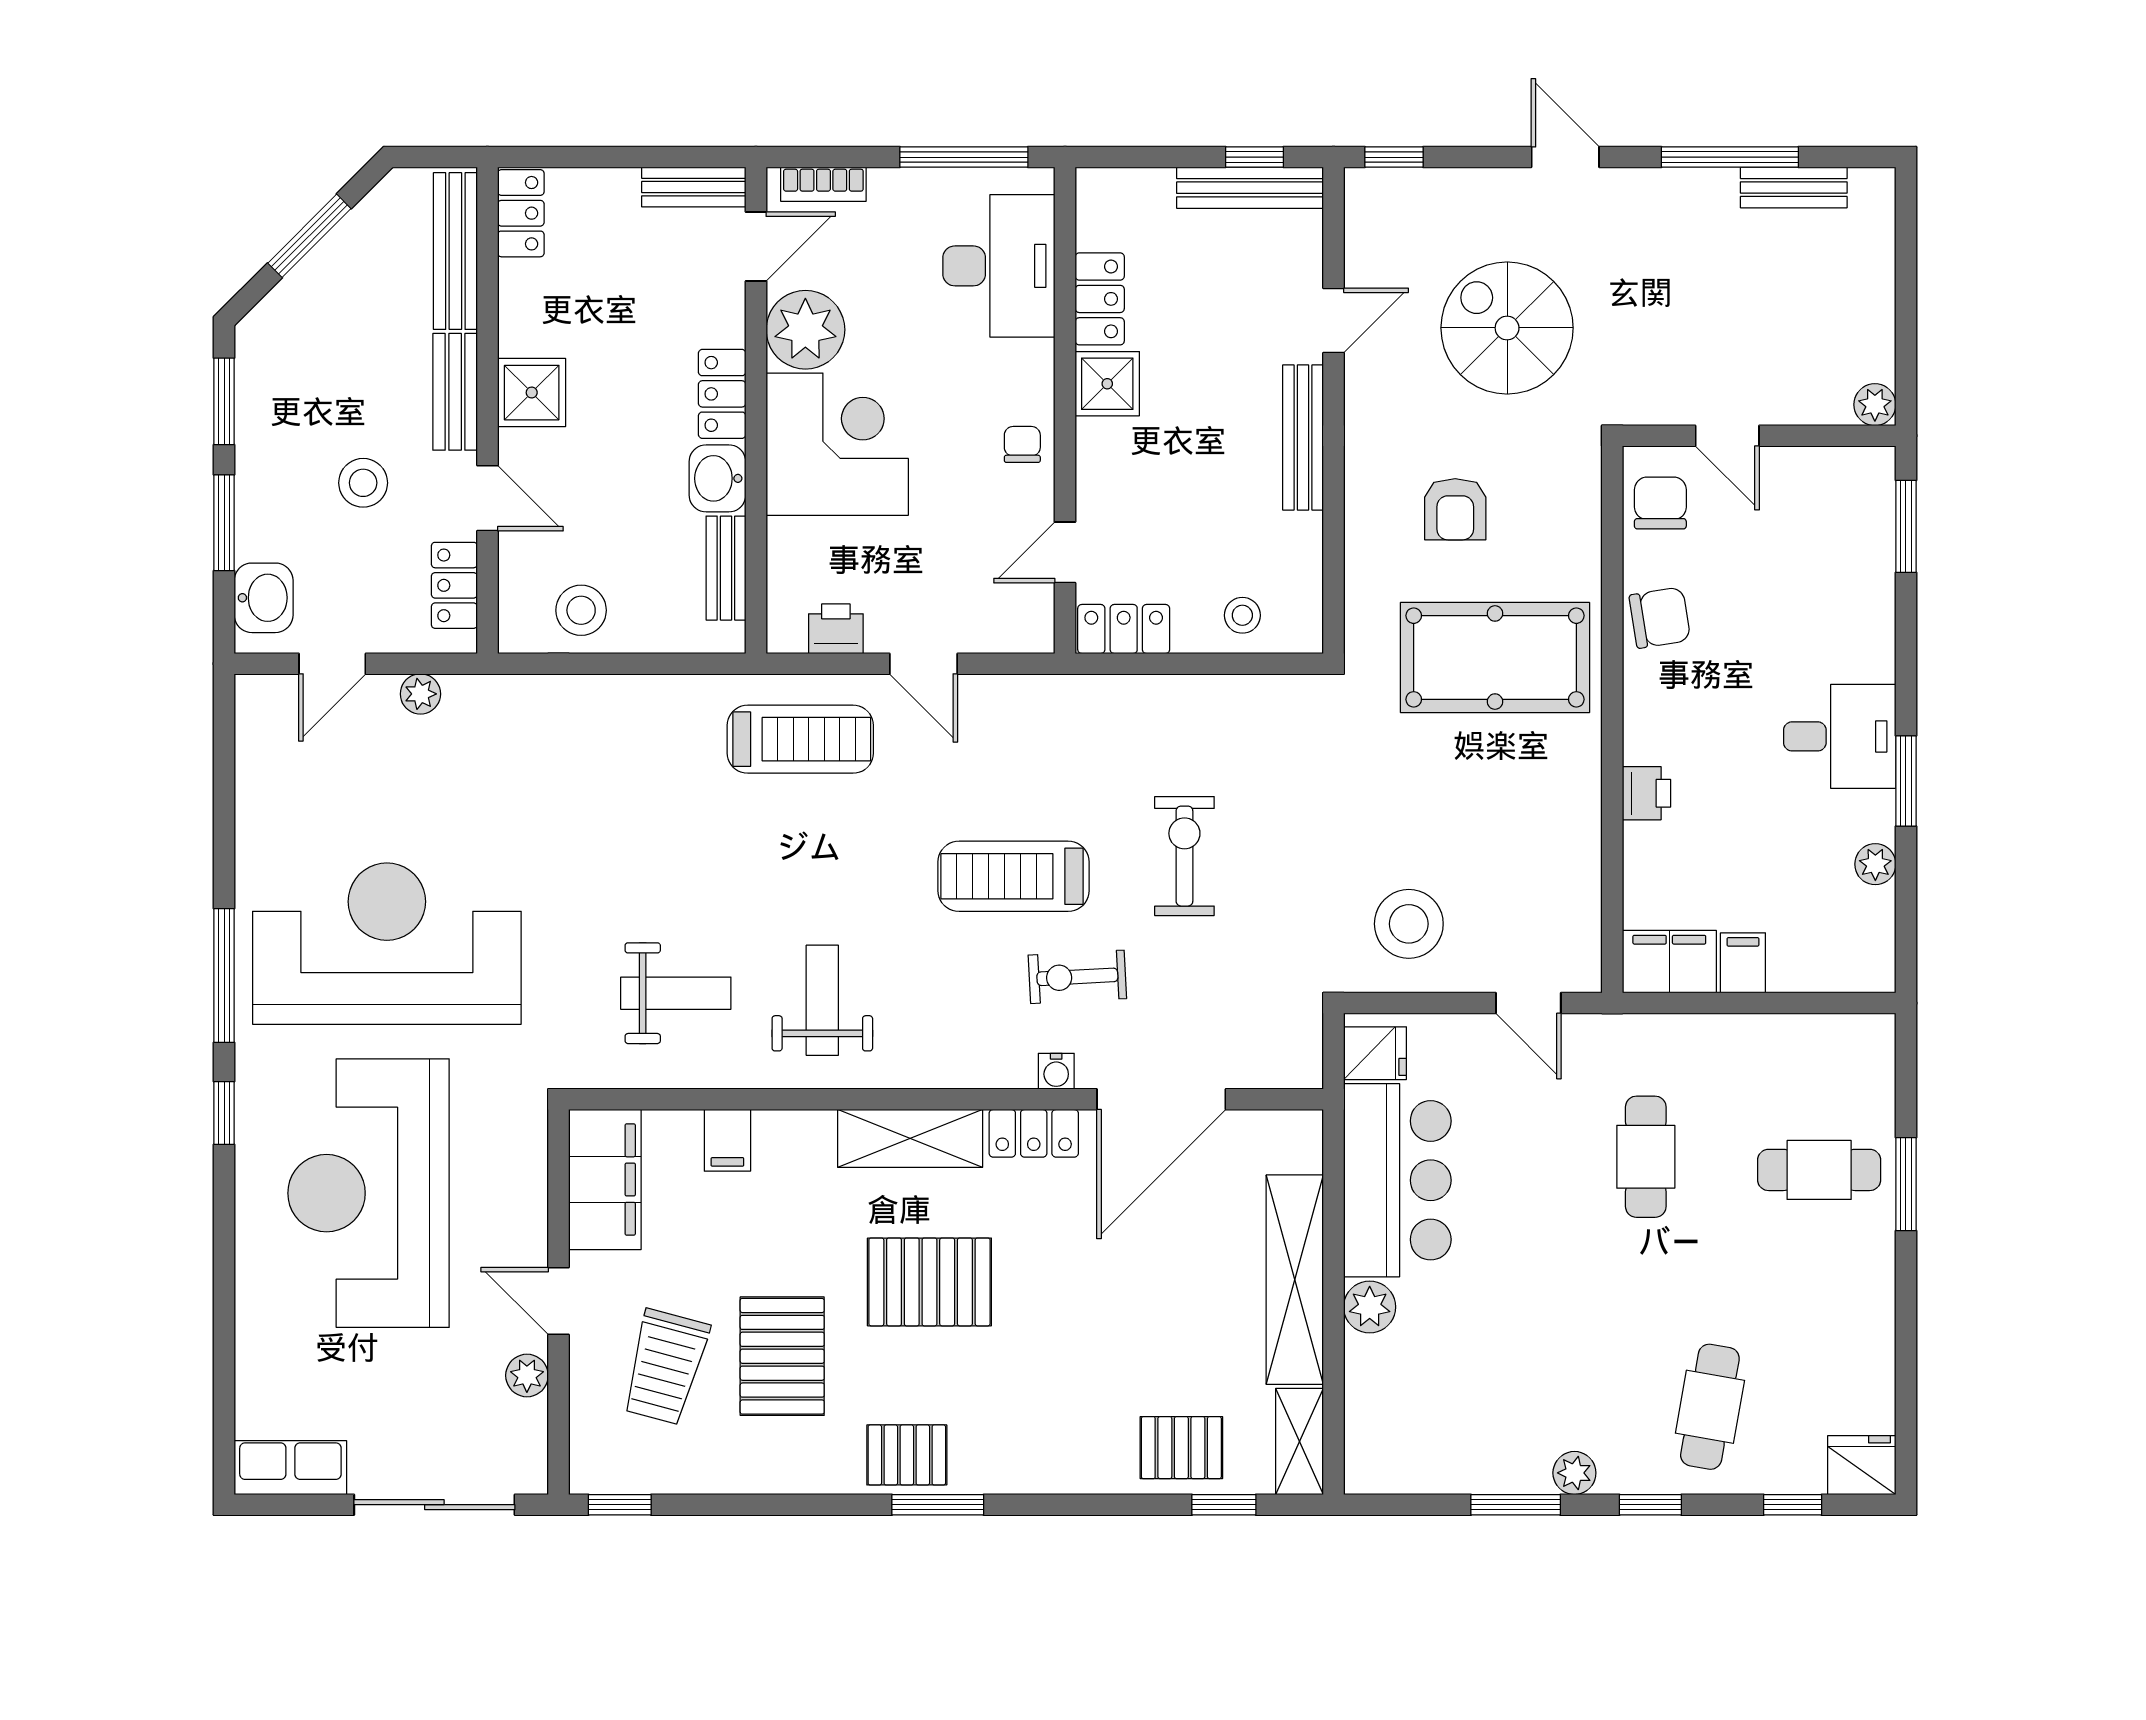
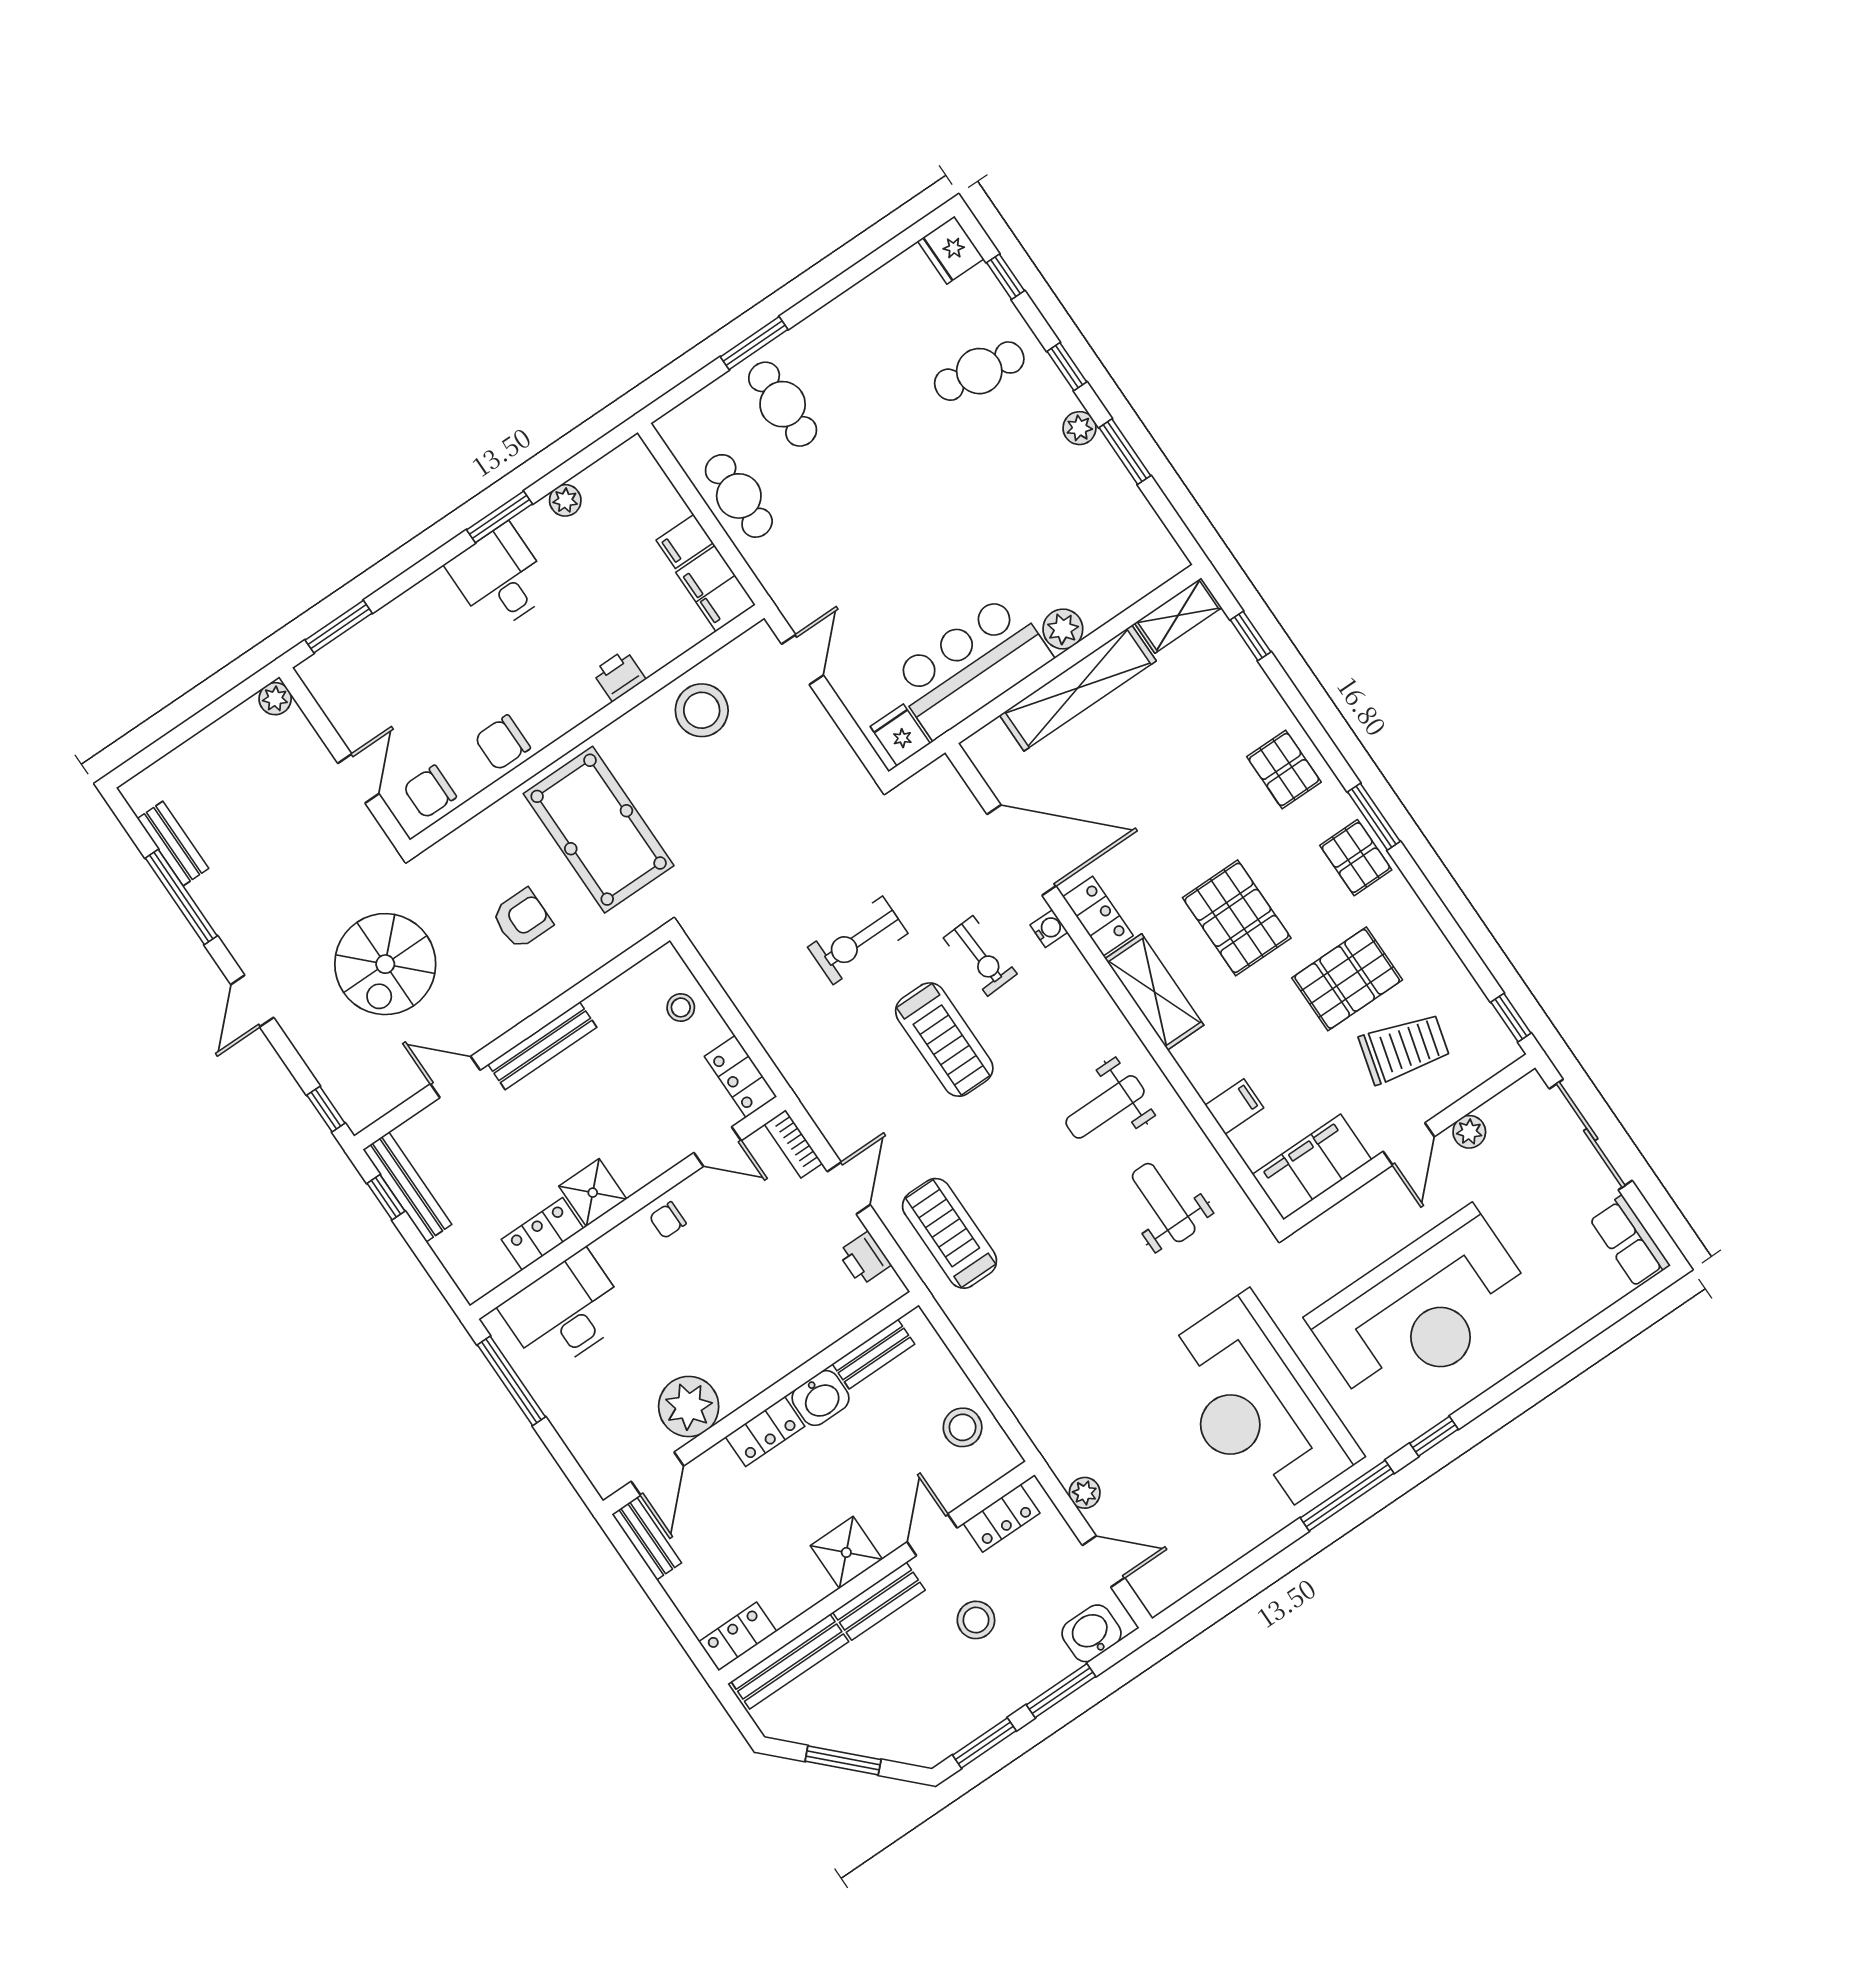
bookcase: (823, 184) -> (793, 1144), moved, turned 180
door: (756, 247) -> (657, 1474), swing flipped
corner desk: (837, 444) -> (747, 1337), removed
chair: (1660, 618) -> (502, 743), turned -81
stool: (1409, 924) -> (702, 710), moved
cafe table: (1646, 1157) -> (739, 496), moved, turned 90
pallet: (1181, 1448) -> (1284, 769), moved

